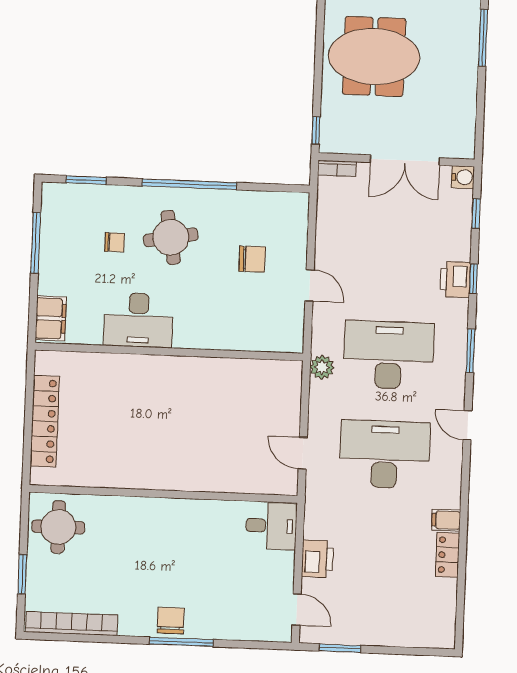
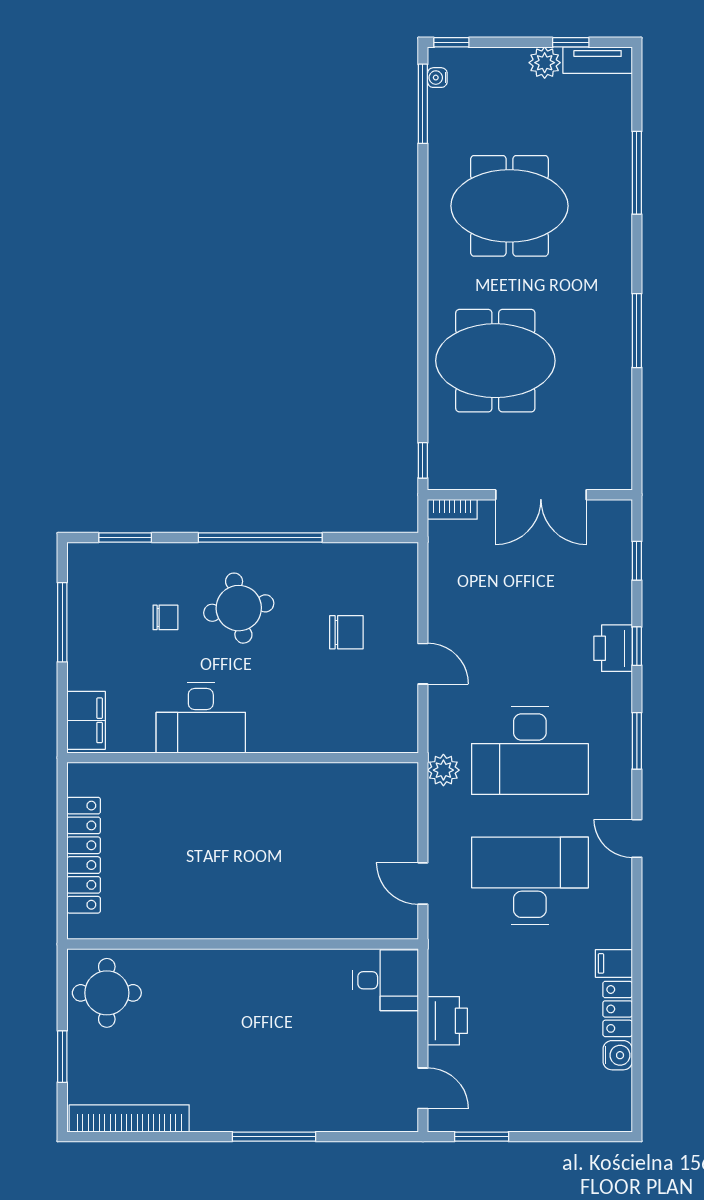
water cooler: (463, 177) -> (618, 1055), moved
desk: (389, 355) -> (530, 751), turned 180
chair: (171, 621) -> (259, 1109), removed

